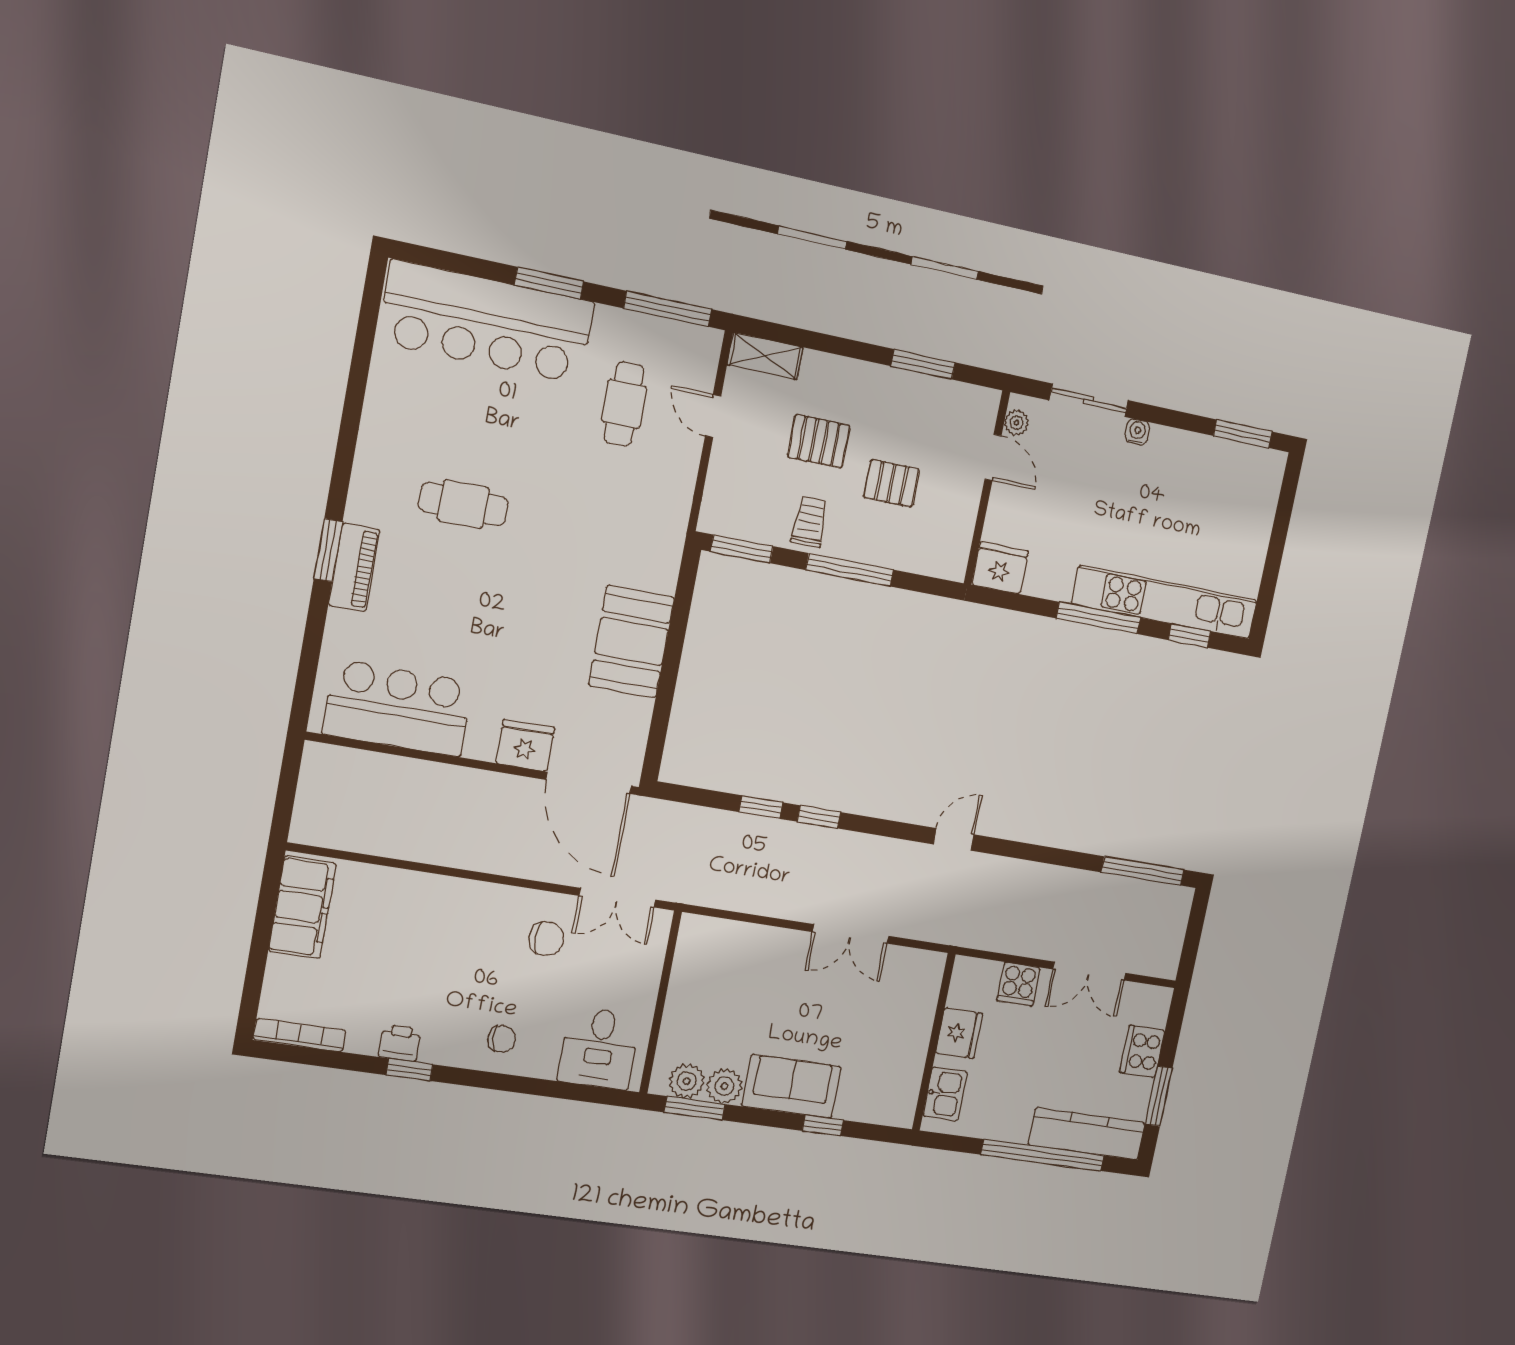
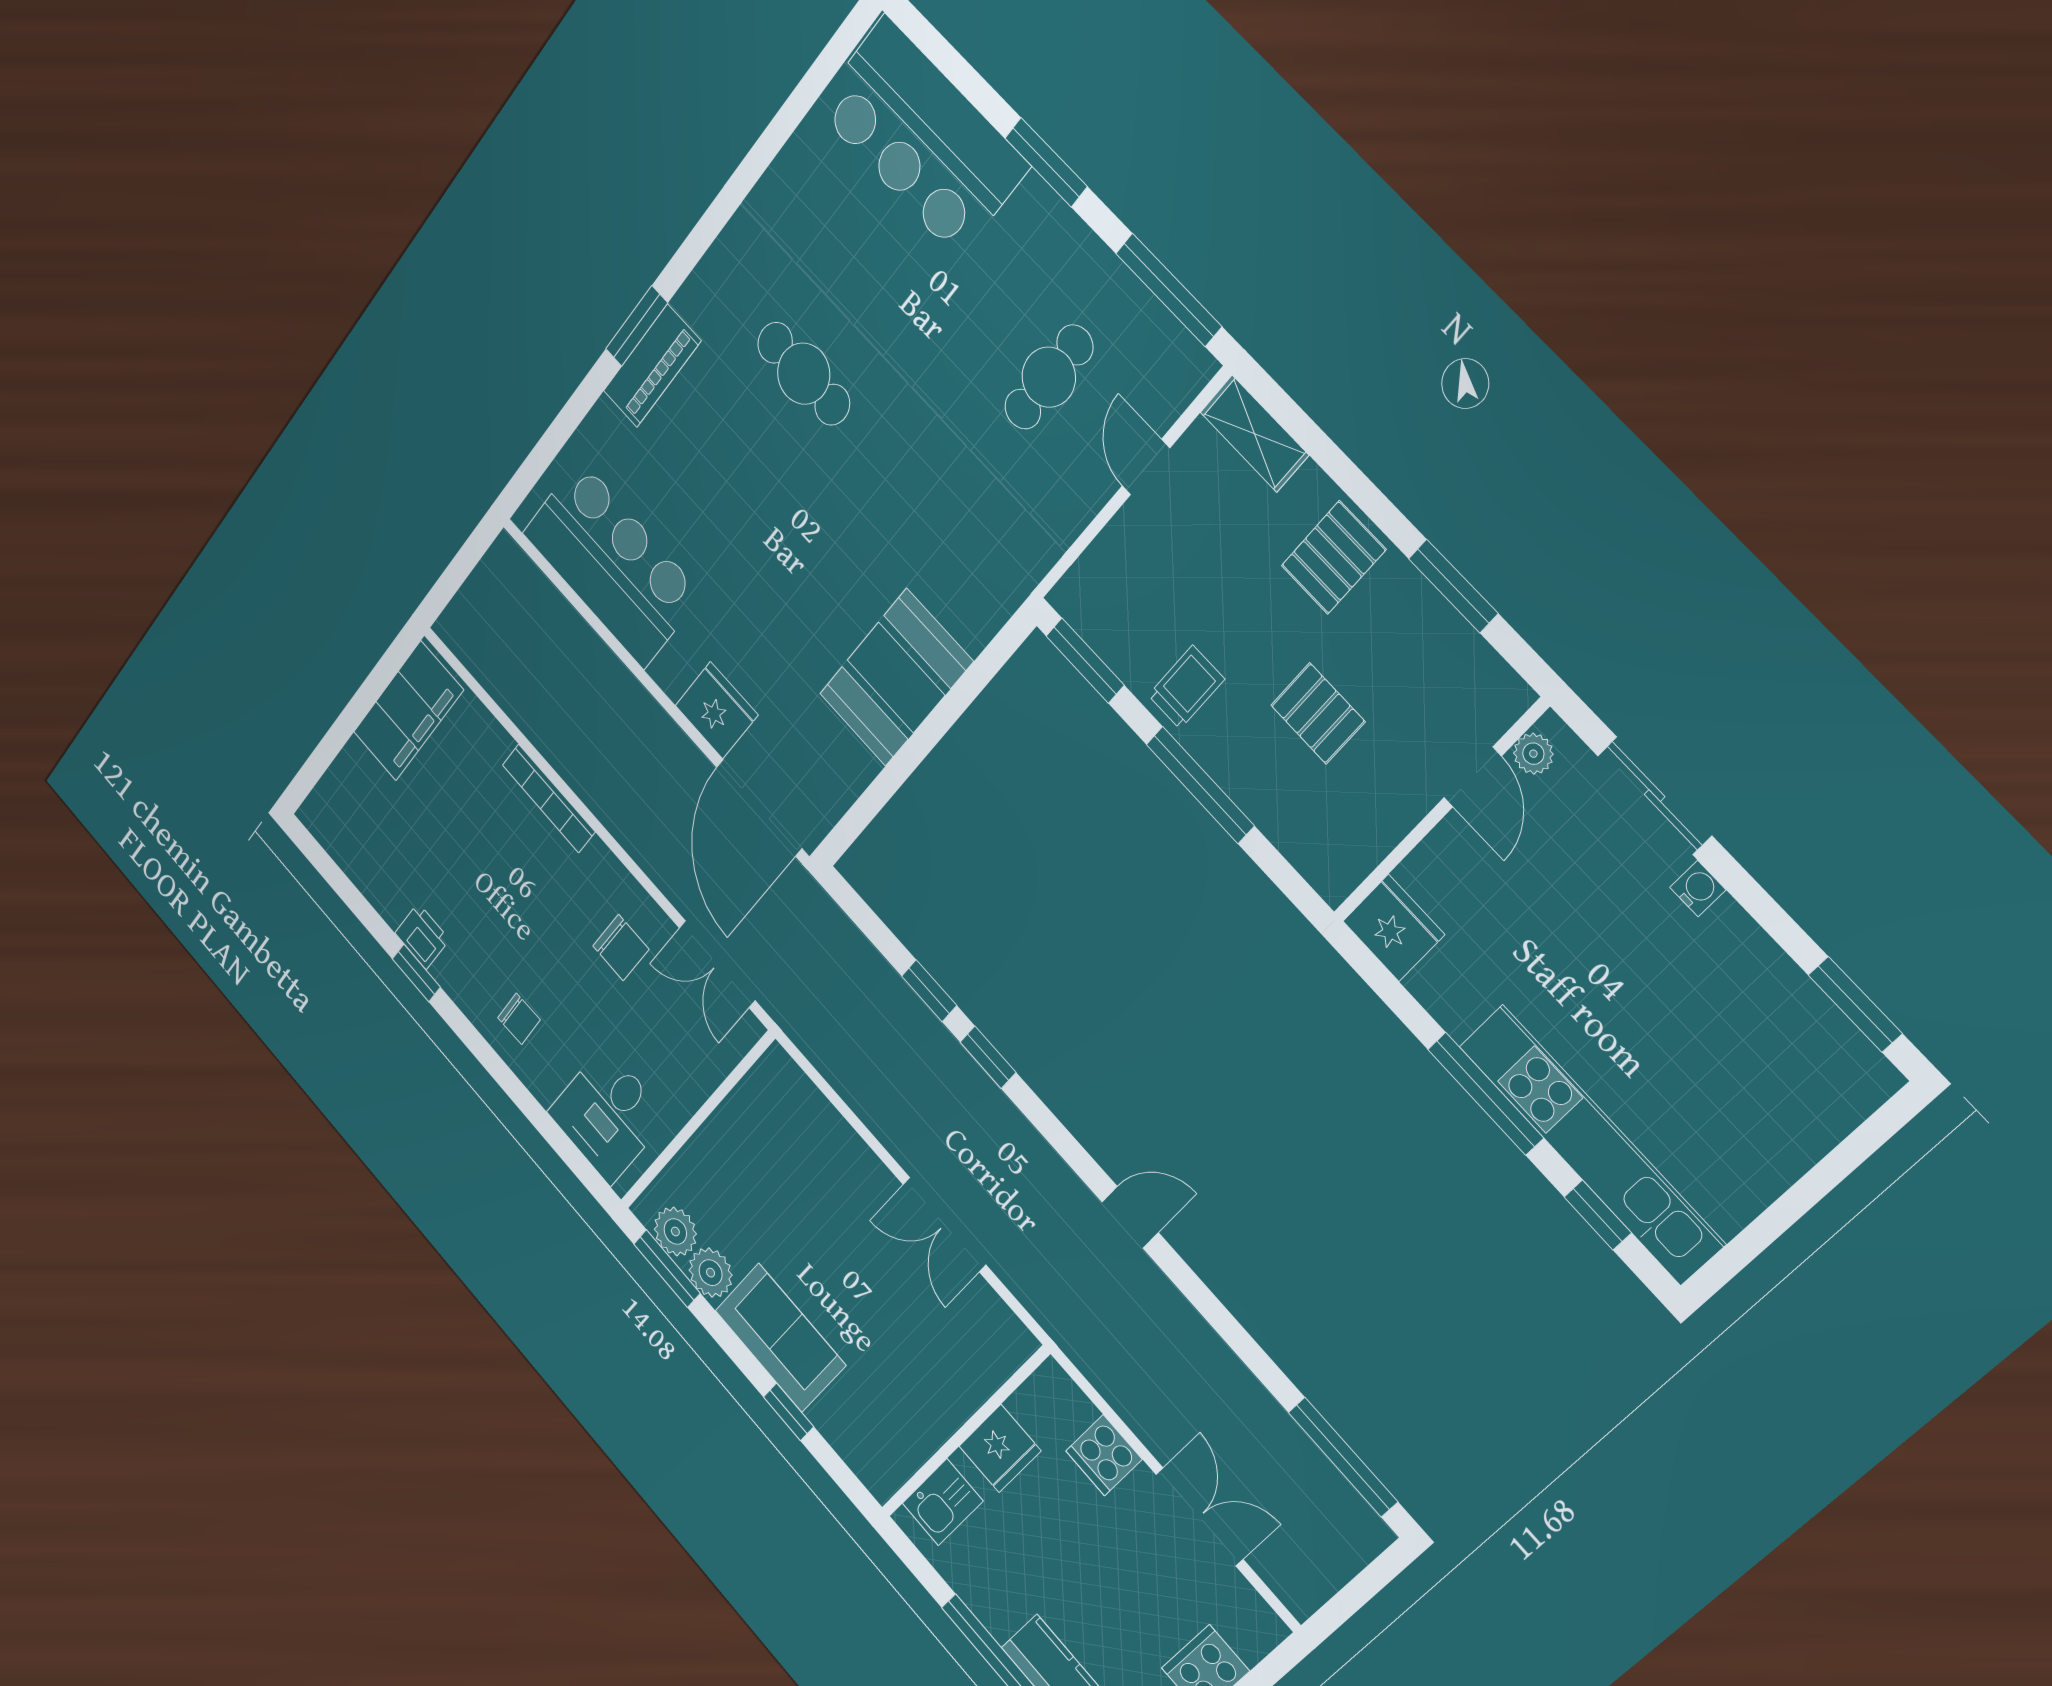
bar counter: (487, 322) -> (922, 137), width x0.73
pallet: (819, 441) -> (1334, 558), moved, turned 90
double door: (1089, 971) -> (1199, 1517), swing flipped
bookcase: (299, 1035) -> (549, 798), moved, turned 180

